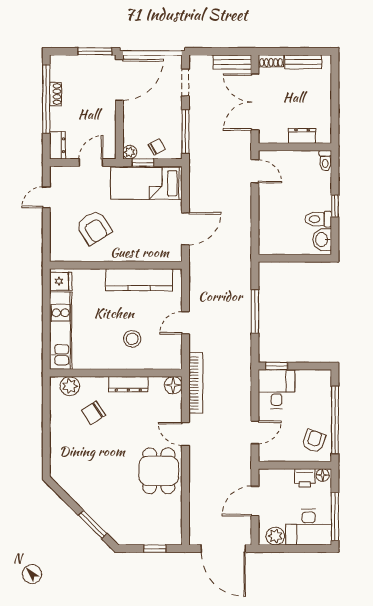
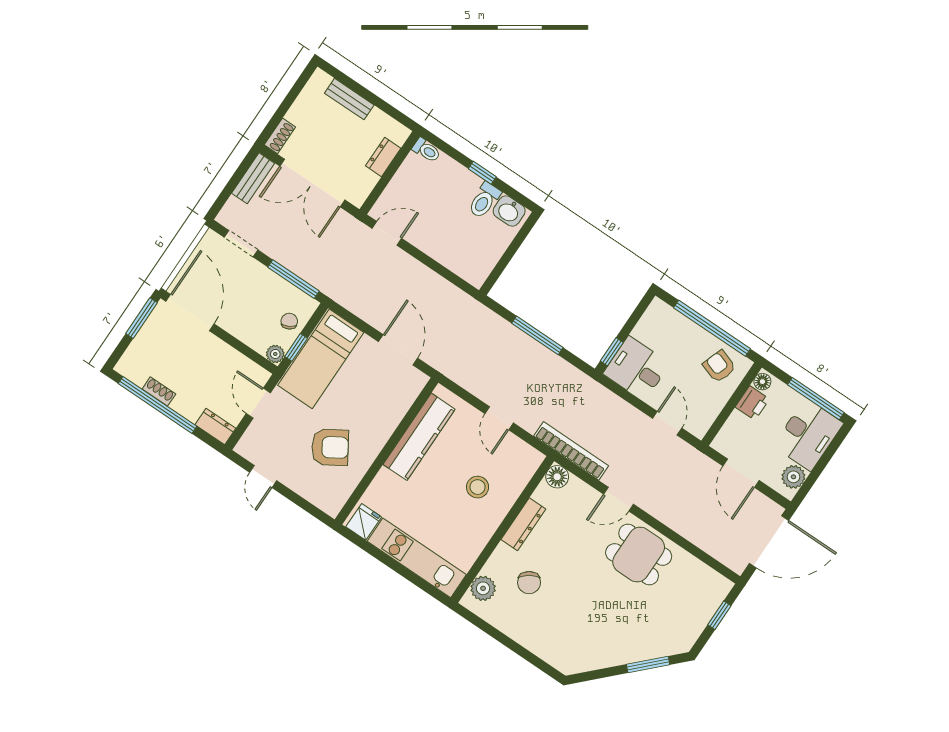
bench: (303, 62) -> (349, 99), moved, turned 90

